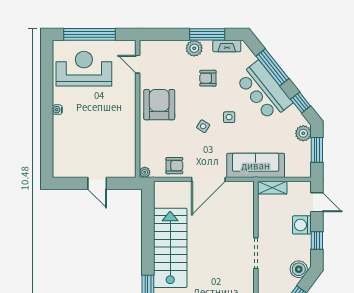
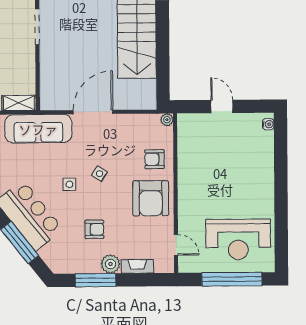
fireplace: (227, 46) -> (137, 266), moved
water cooler: (57, 110) -> (268, 124), moved
armchair: (174, 166) -> (154, 159), moved

